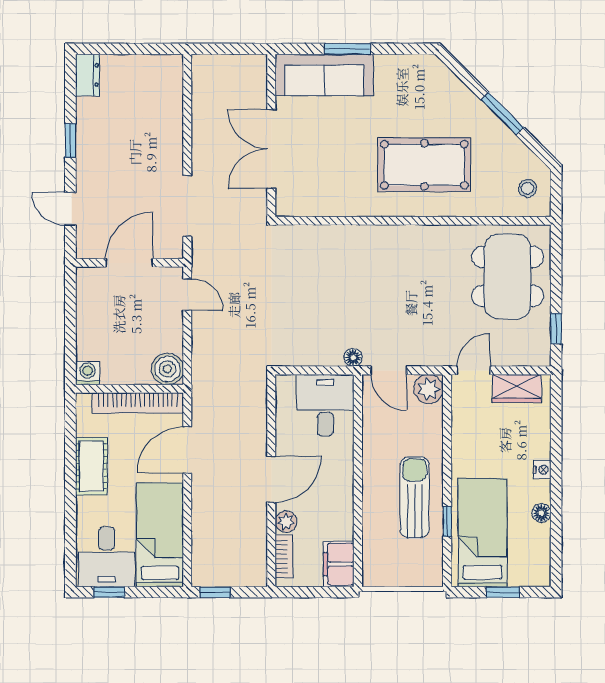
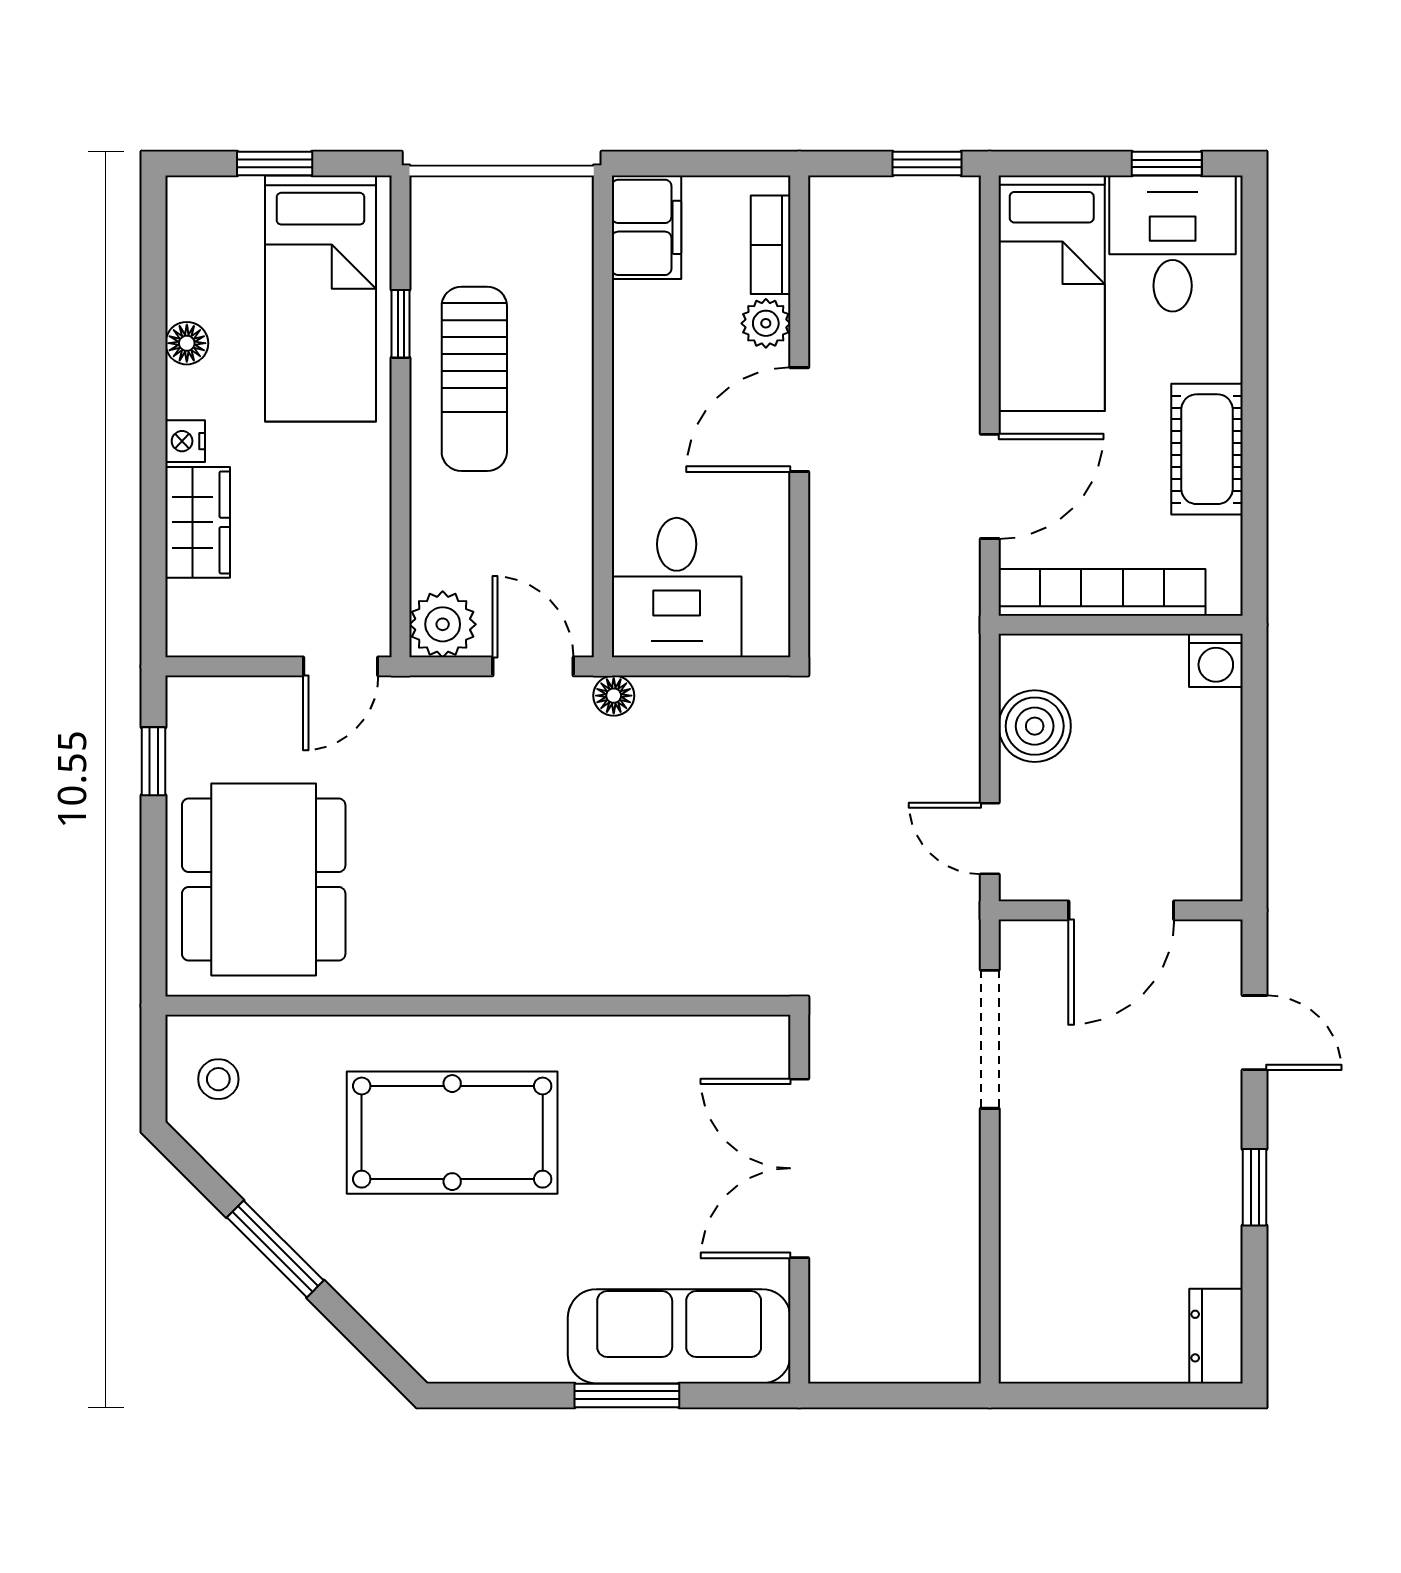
double door: (271, 149) -> (799, 1168), swing flipped
boiler: (167, 369) -> (1035, 726), moved
wardrobe: (517, 389) -> (198, 522), moved, turned 90

